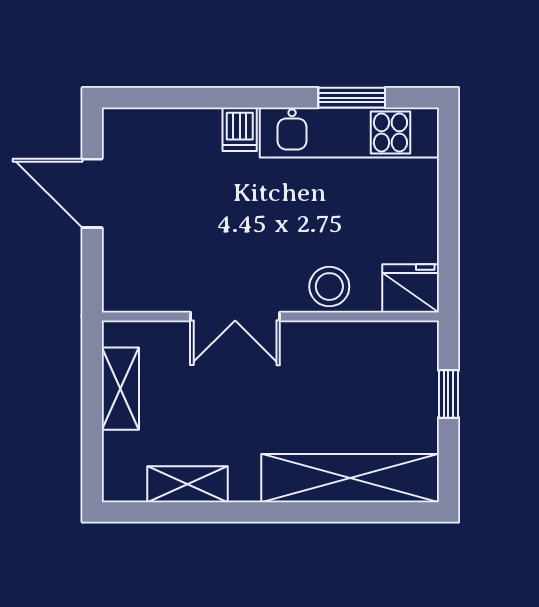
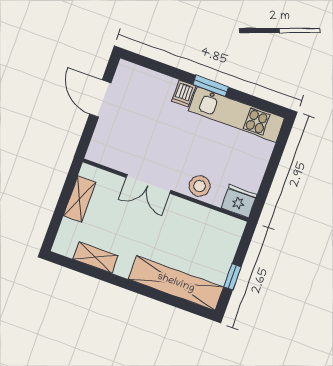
window: (352, 98) -> (211, 86), moved
window: (448, 394) -> (232, 277), moved

